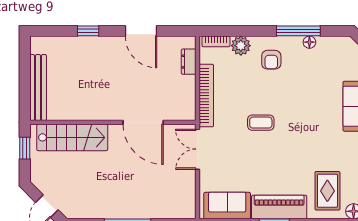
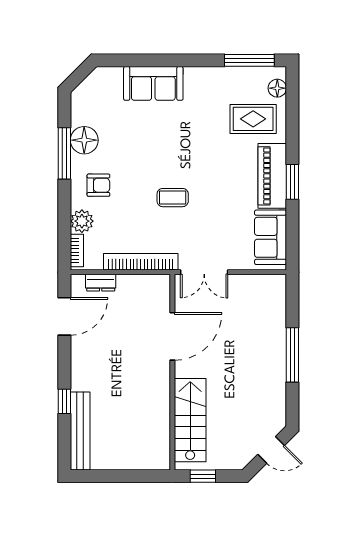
door: (141, 31) -> (64, 316), moved
floor lamp: (309, 42) -> (84, 140), width x1.89, depth x1.89
bench: (38, 88) -> (80, 431), moved, turned 90
coffee table: (261, 123) -> (173, 198), turned 90

